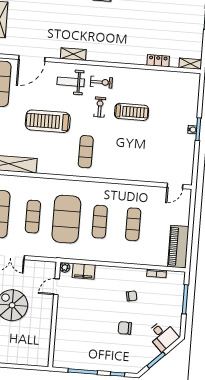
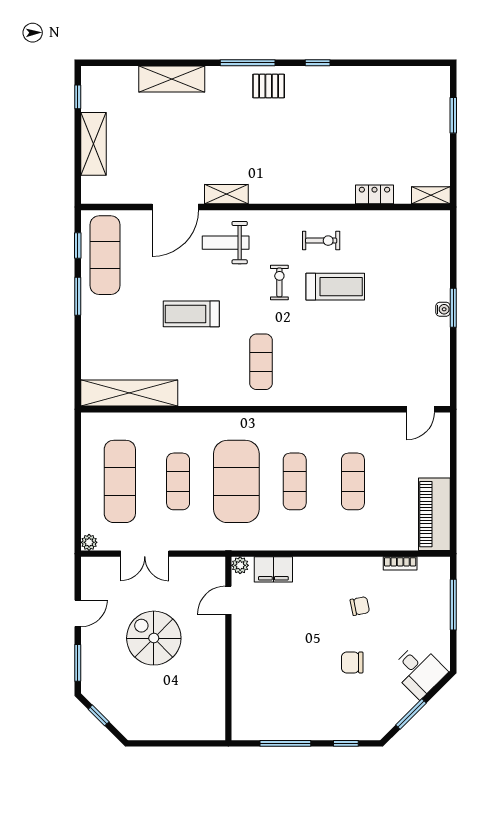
door: (32, 58) -> (175, 207), moved
exercise bike: (101, 82) -> (321, 241), moved
treadmill: (48, 121) -> (191, 314), width x0.73, depth x0.73

